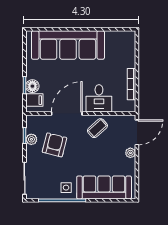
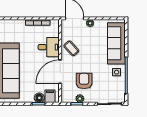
door: (67, 113) -> (60, 72), hinge flipped
armchair: (54, 145) -> (84, 81), turned 76

